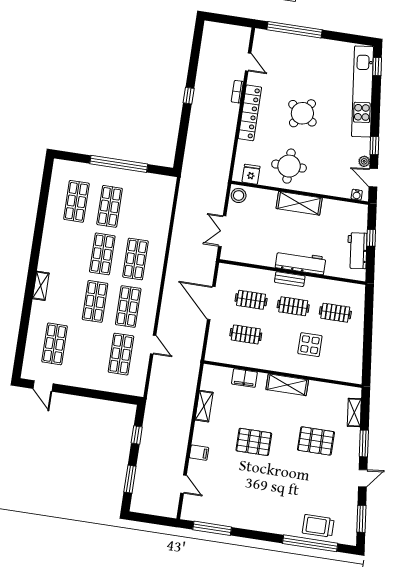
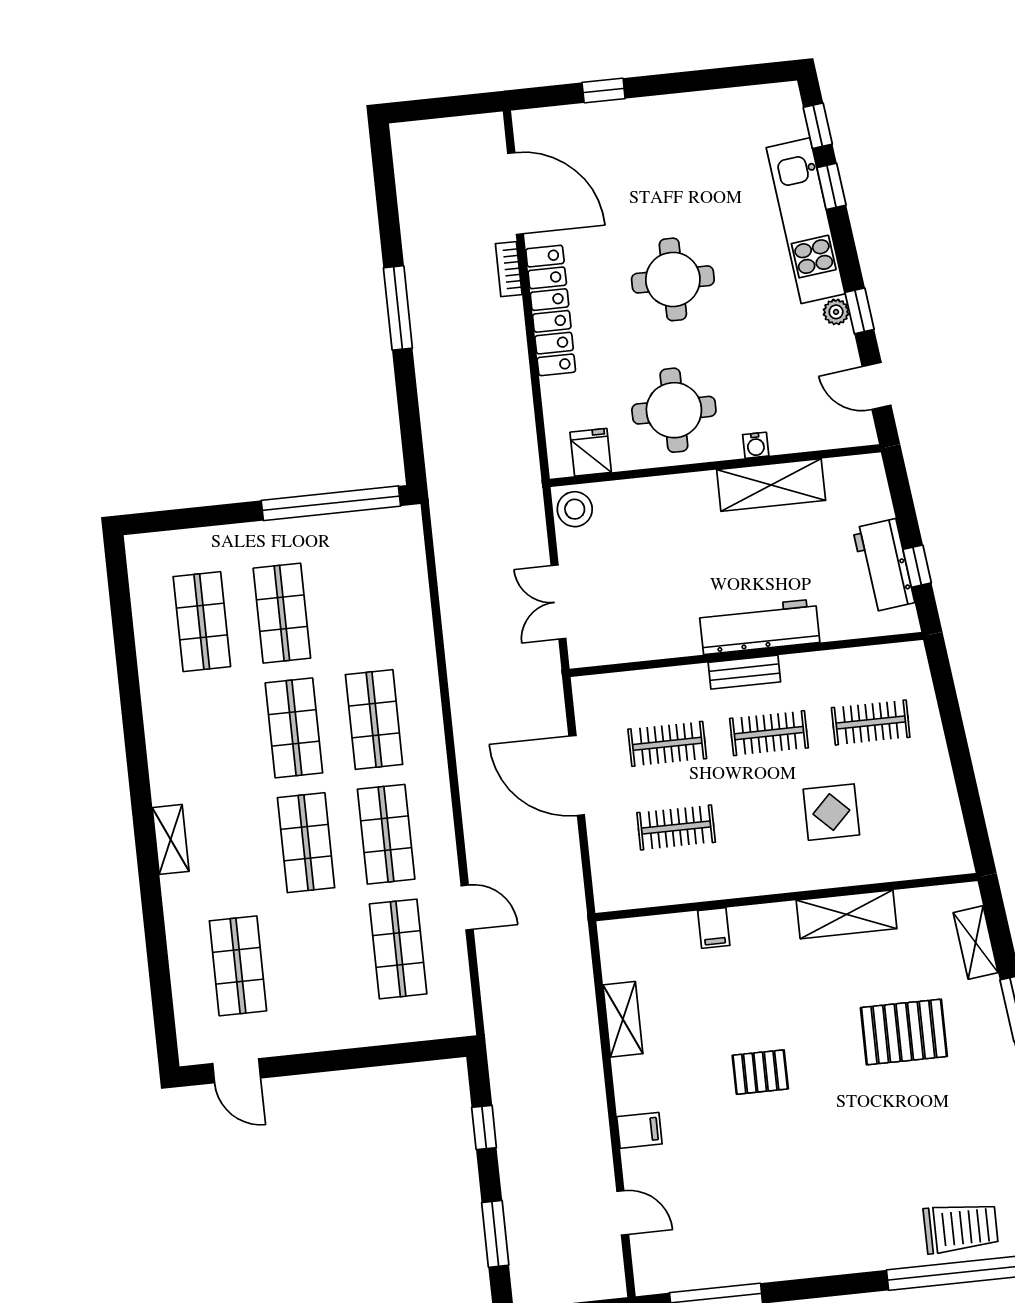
window: (294, 30) -> (604, 90), width x0.32
door: (248, 62) -> (516, 194), width x1.87
kitchen unit: (363, 91) -> (806, 221), width x0.73
window: (376, 92) -> (831, 186), added
window: (189, 96) -> (398, 308), width x2.17
round table: (302, 113) -> (673, 279), turned -34
plant: (364, 161) -> (836, 312), moved
window: (119, 164) -> (331, 503), moved
water cooler: (357, 195) -> (756, 445), moved
shelving: (299, 203) -> (771, 485), moved
window: (371, 238) -> (917, 566), moved
filing cabinet: (244, 378) -> (714, 928), width x0.50
shelving: (287, 385) -> (847, 914), moved
pallet: (254, 442) -> (760, 1072), width x0.67, depth x0.71
trolley: (318, 526) -> (961, 1228), turned 180

